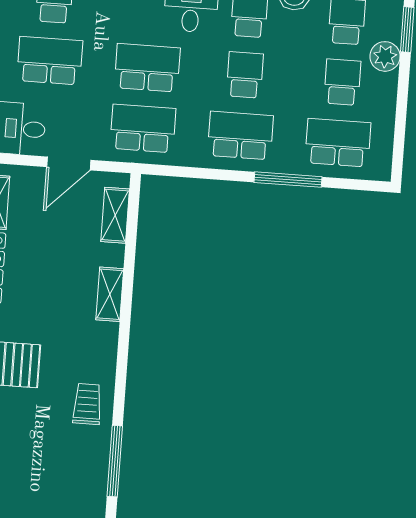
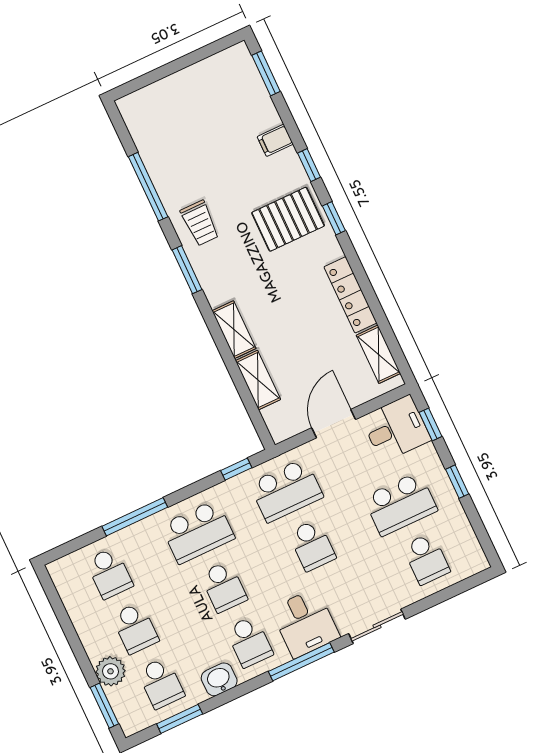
school desk: (147, 68) -> (312, 545), width x0.54
school desk: (338, 143) -> (109, 573), width x0.54
window: (176, 171) -> (236, 469), added
shelving: (115, 215) -> (258, 380), moved
window: (121, 370) -> (187, 270), added

